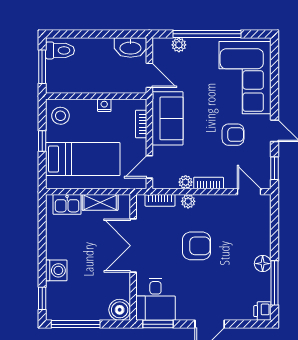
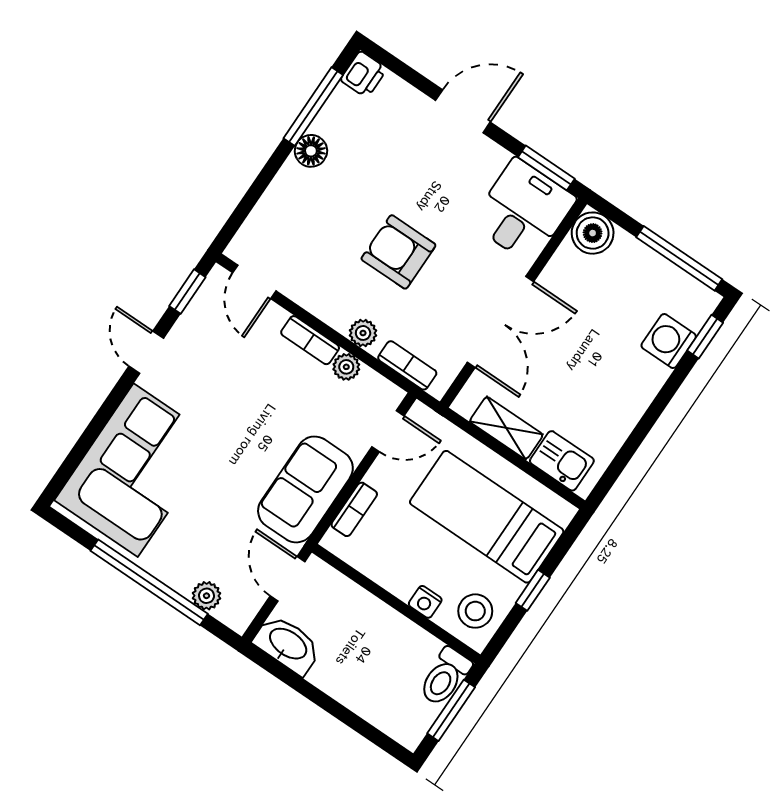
toilet: (60, 50) -> (445, 677), moved, turned -90
nightstand: (104, 105) -> (425, 602), moved
armchair: (233, 135) -> (218, 391), removed
washing machine: (56, 270) -> (669, 341), moved

